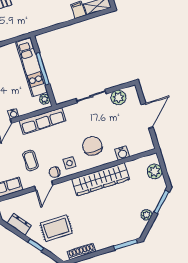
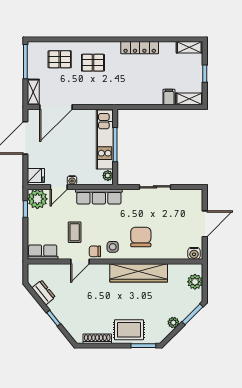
plant: (118, 97) -> (182, 197), removed
water cooler: (122, 153) -> (194, 253), moved
rug: (56, 228) -> (129, 330), moved

